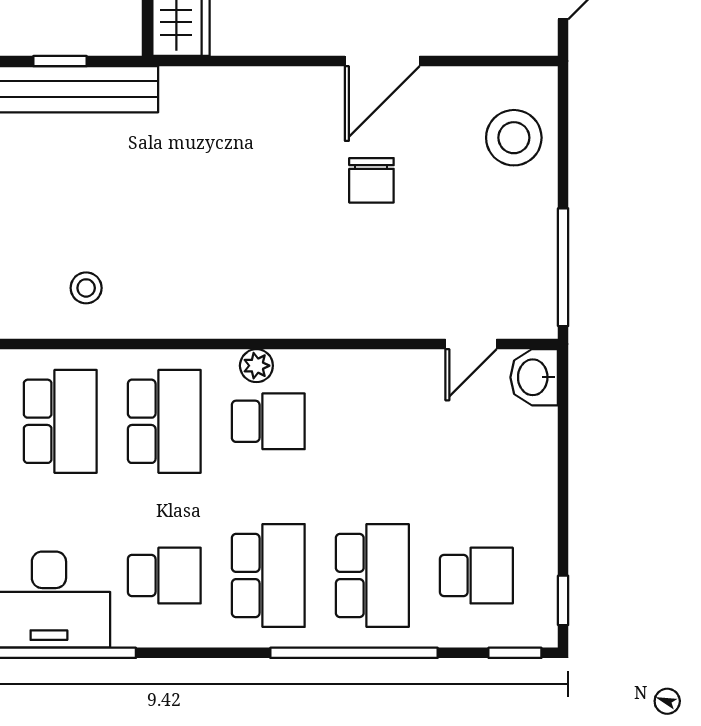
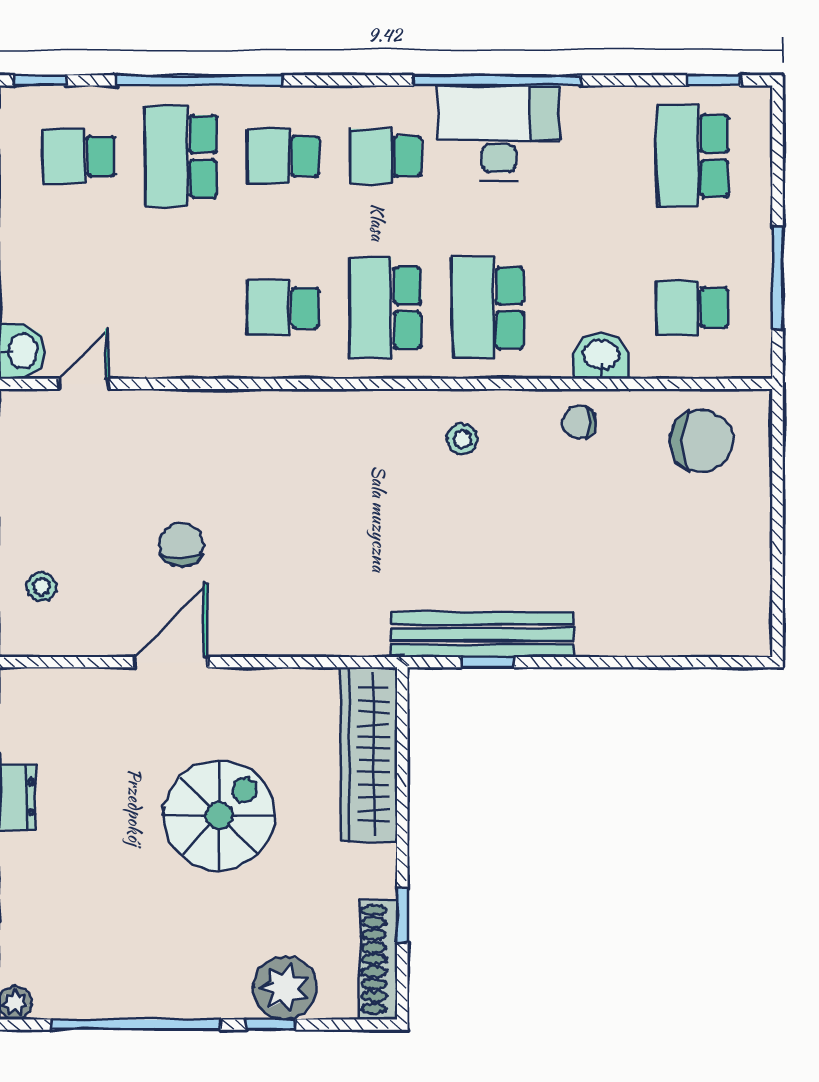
stool: (514, 138) -> (42, 587), width x0.53, depth x0.53
plant: (256, 366) -> (295, 363), removed
school desk: (268, 576) -> (283, 156), width x0.54

